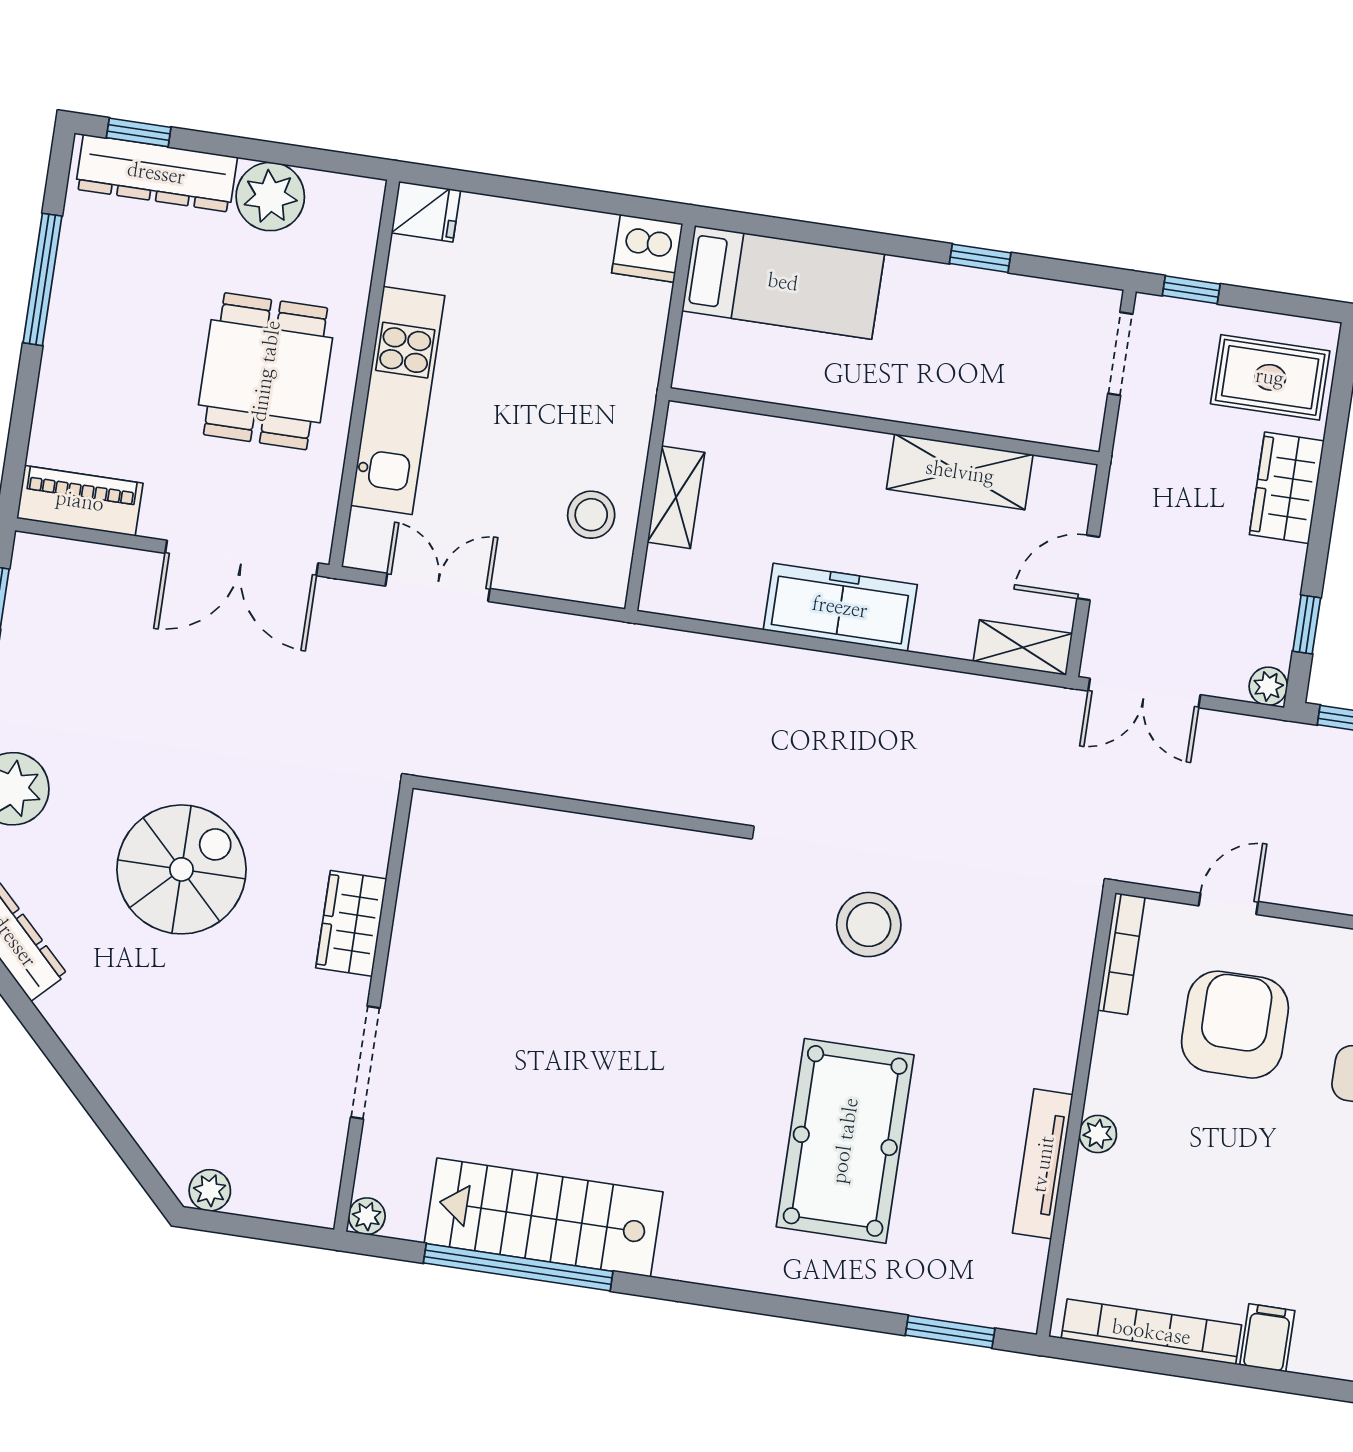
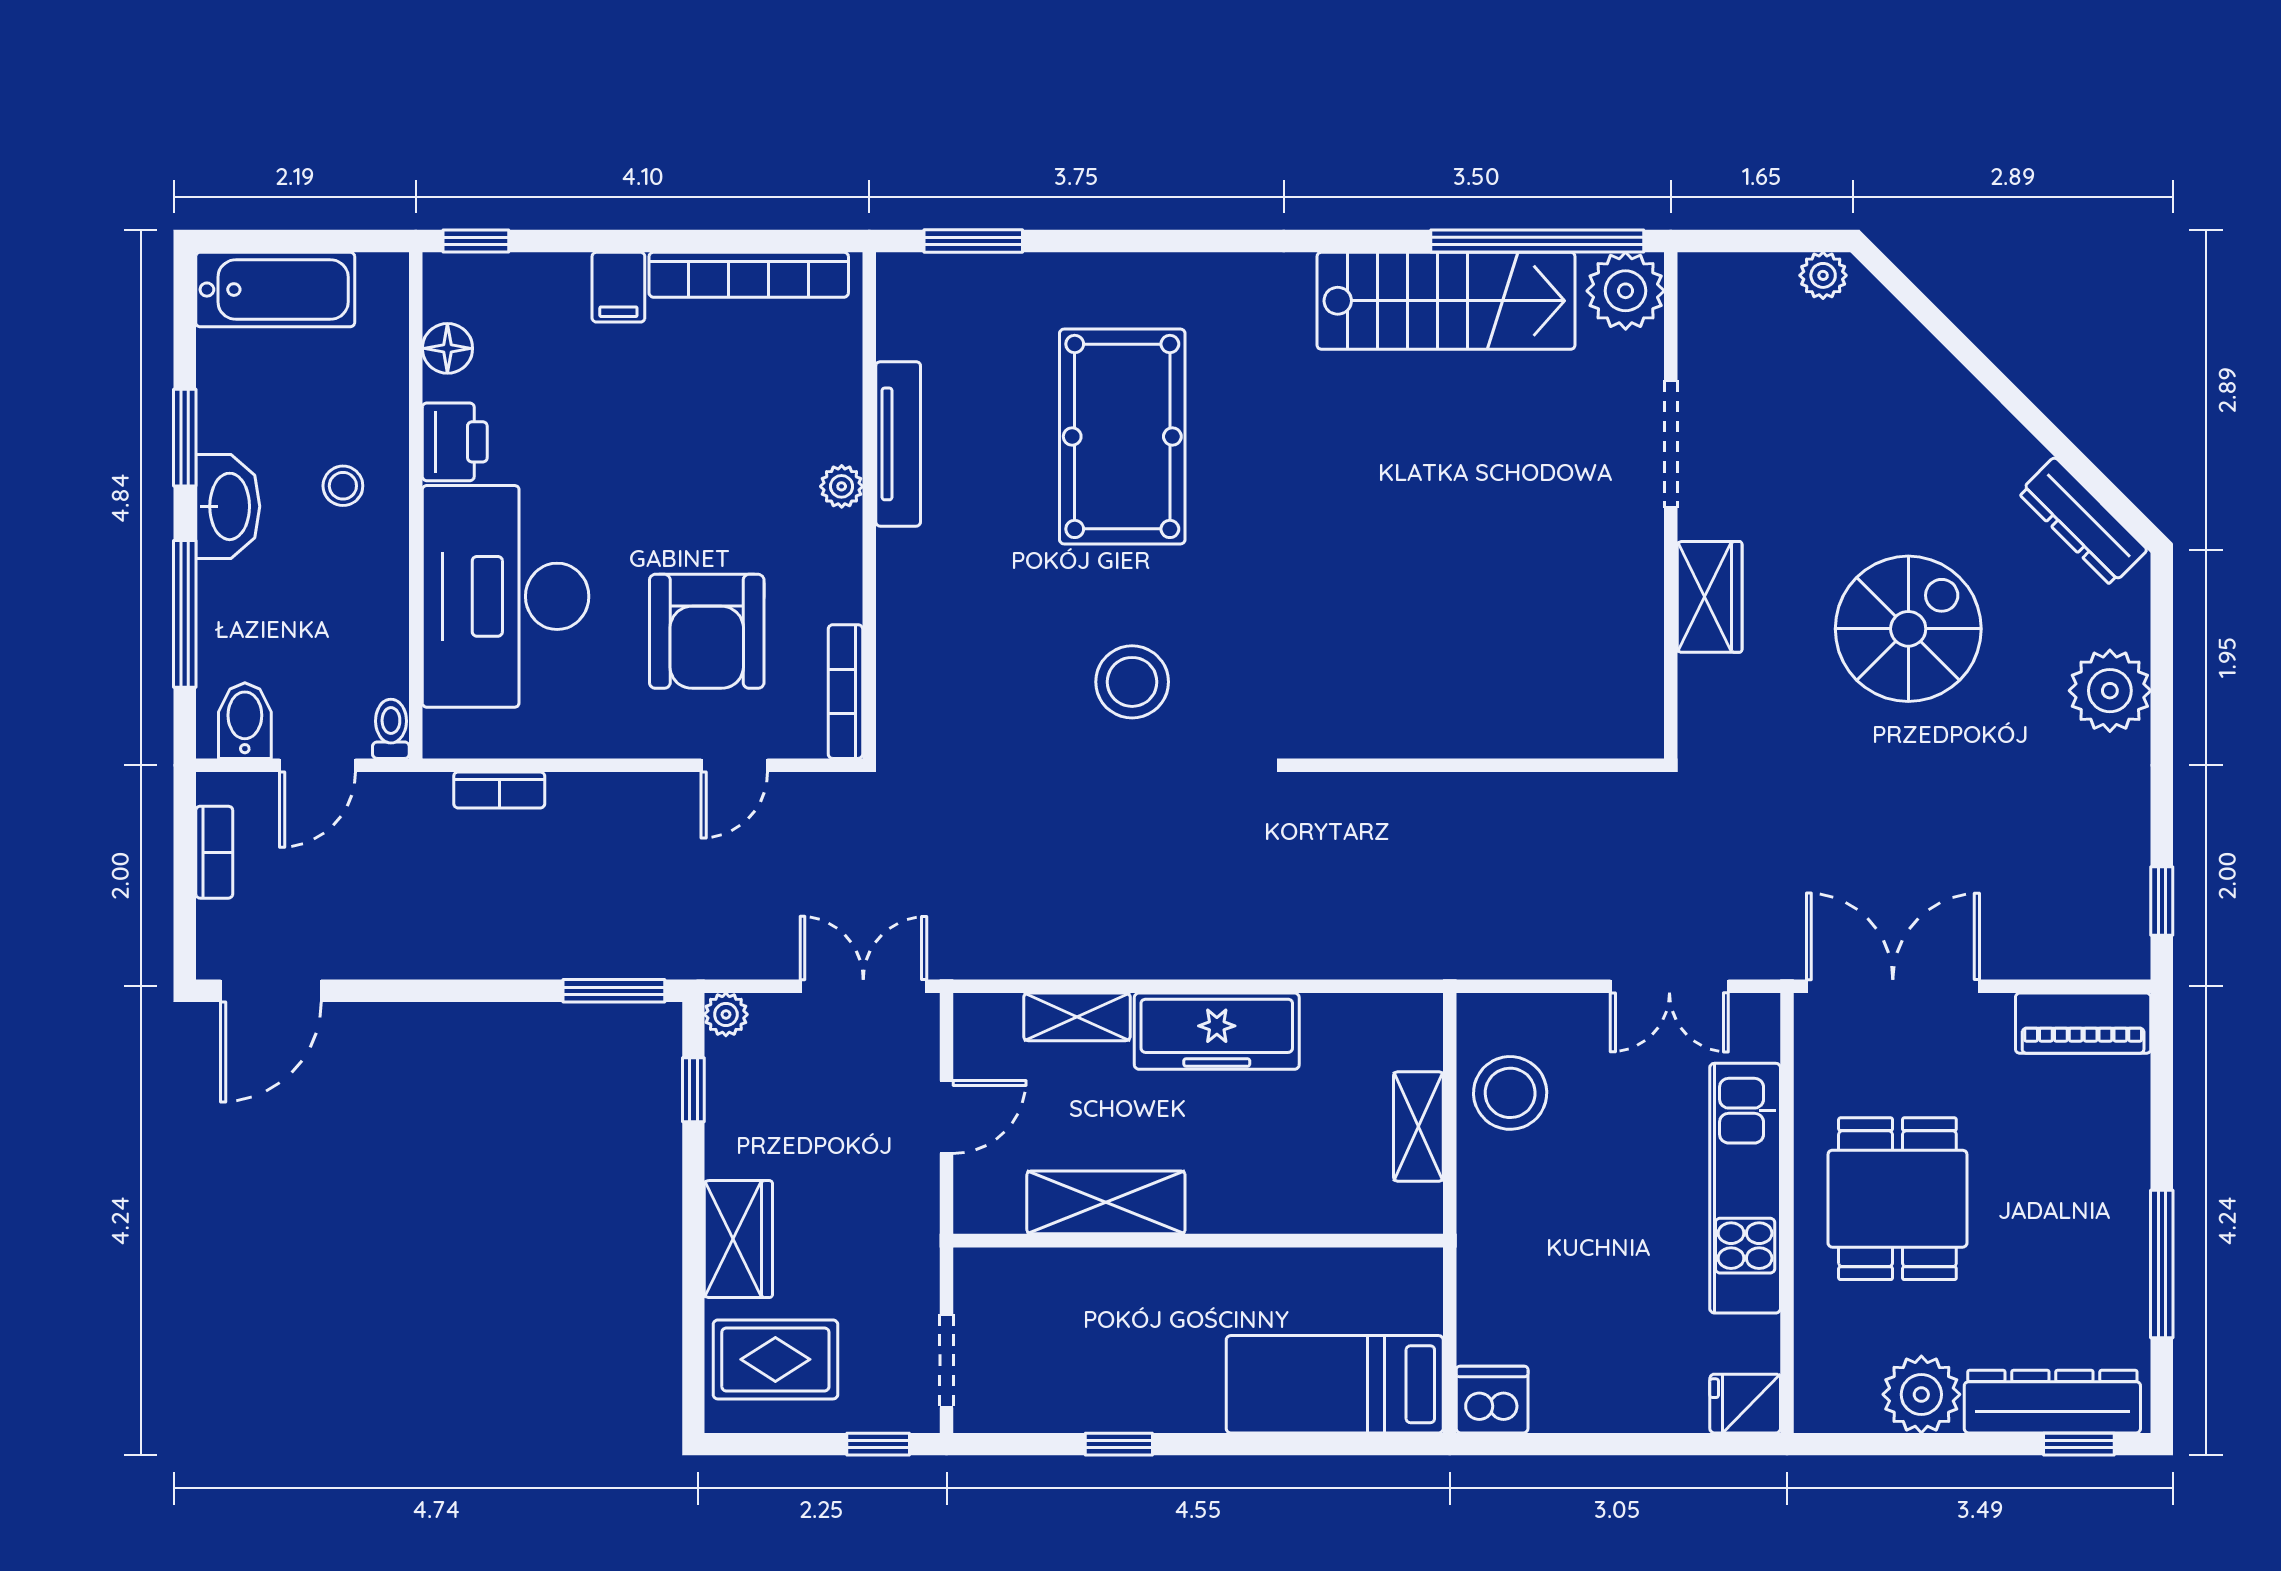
stool: (591, 515) -> (1510, 1093), width x1.38, depth x1.38
shelving: (1023, 647) -> (1077, 1017), moved
spiral stairs: (181, 869) -> (1908, 629), turned 180
plant: (367, 1216) -> (1626, 291), width x1.88, depth x1.88
window: (518, 1267) -> (1537, 241), moved

